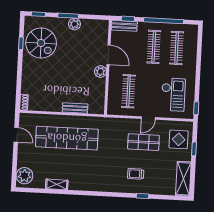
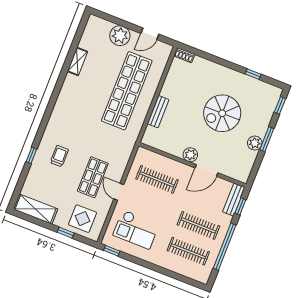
spiral stairs: (41, 43) -> (222, 113), moved
plant: (24, 176) -> (120, 36), moved

